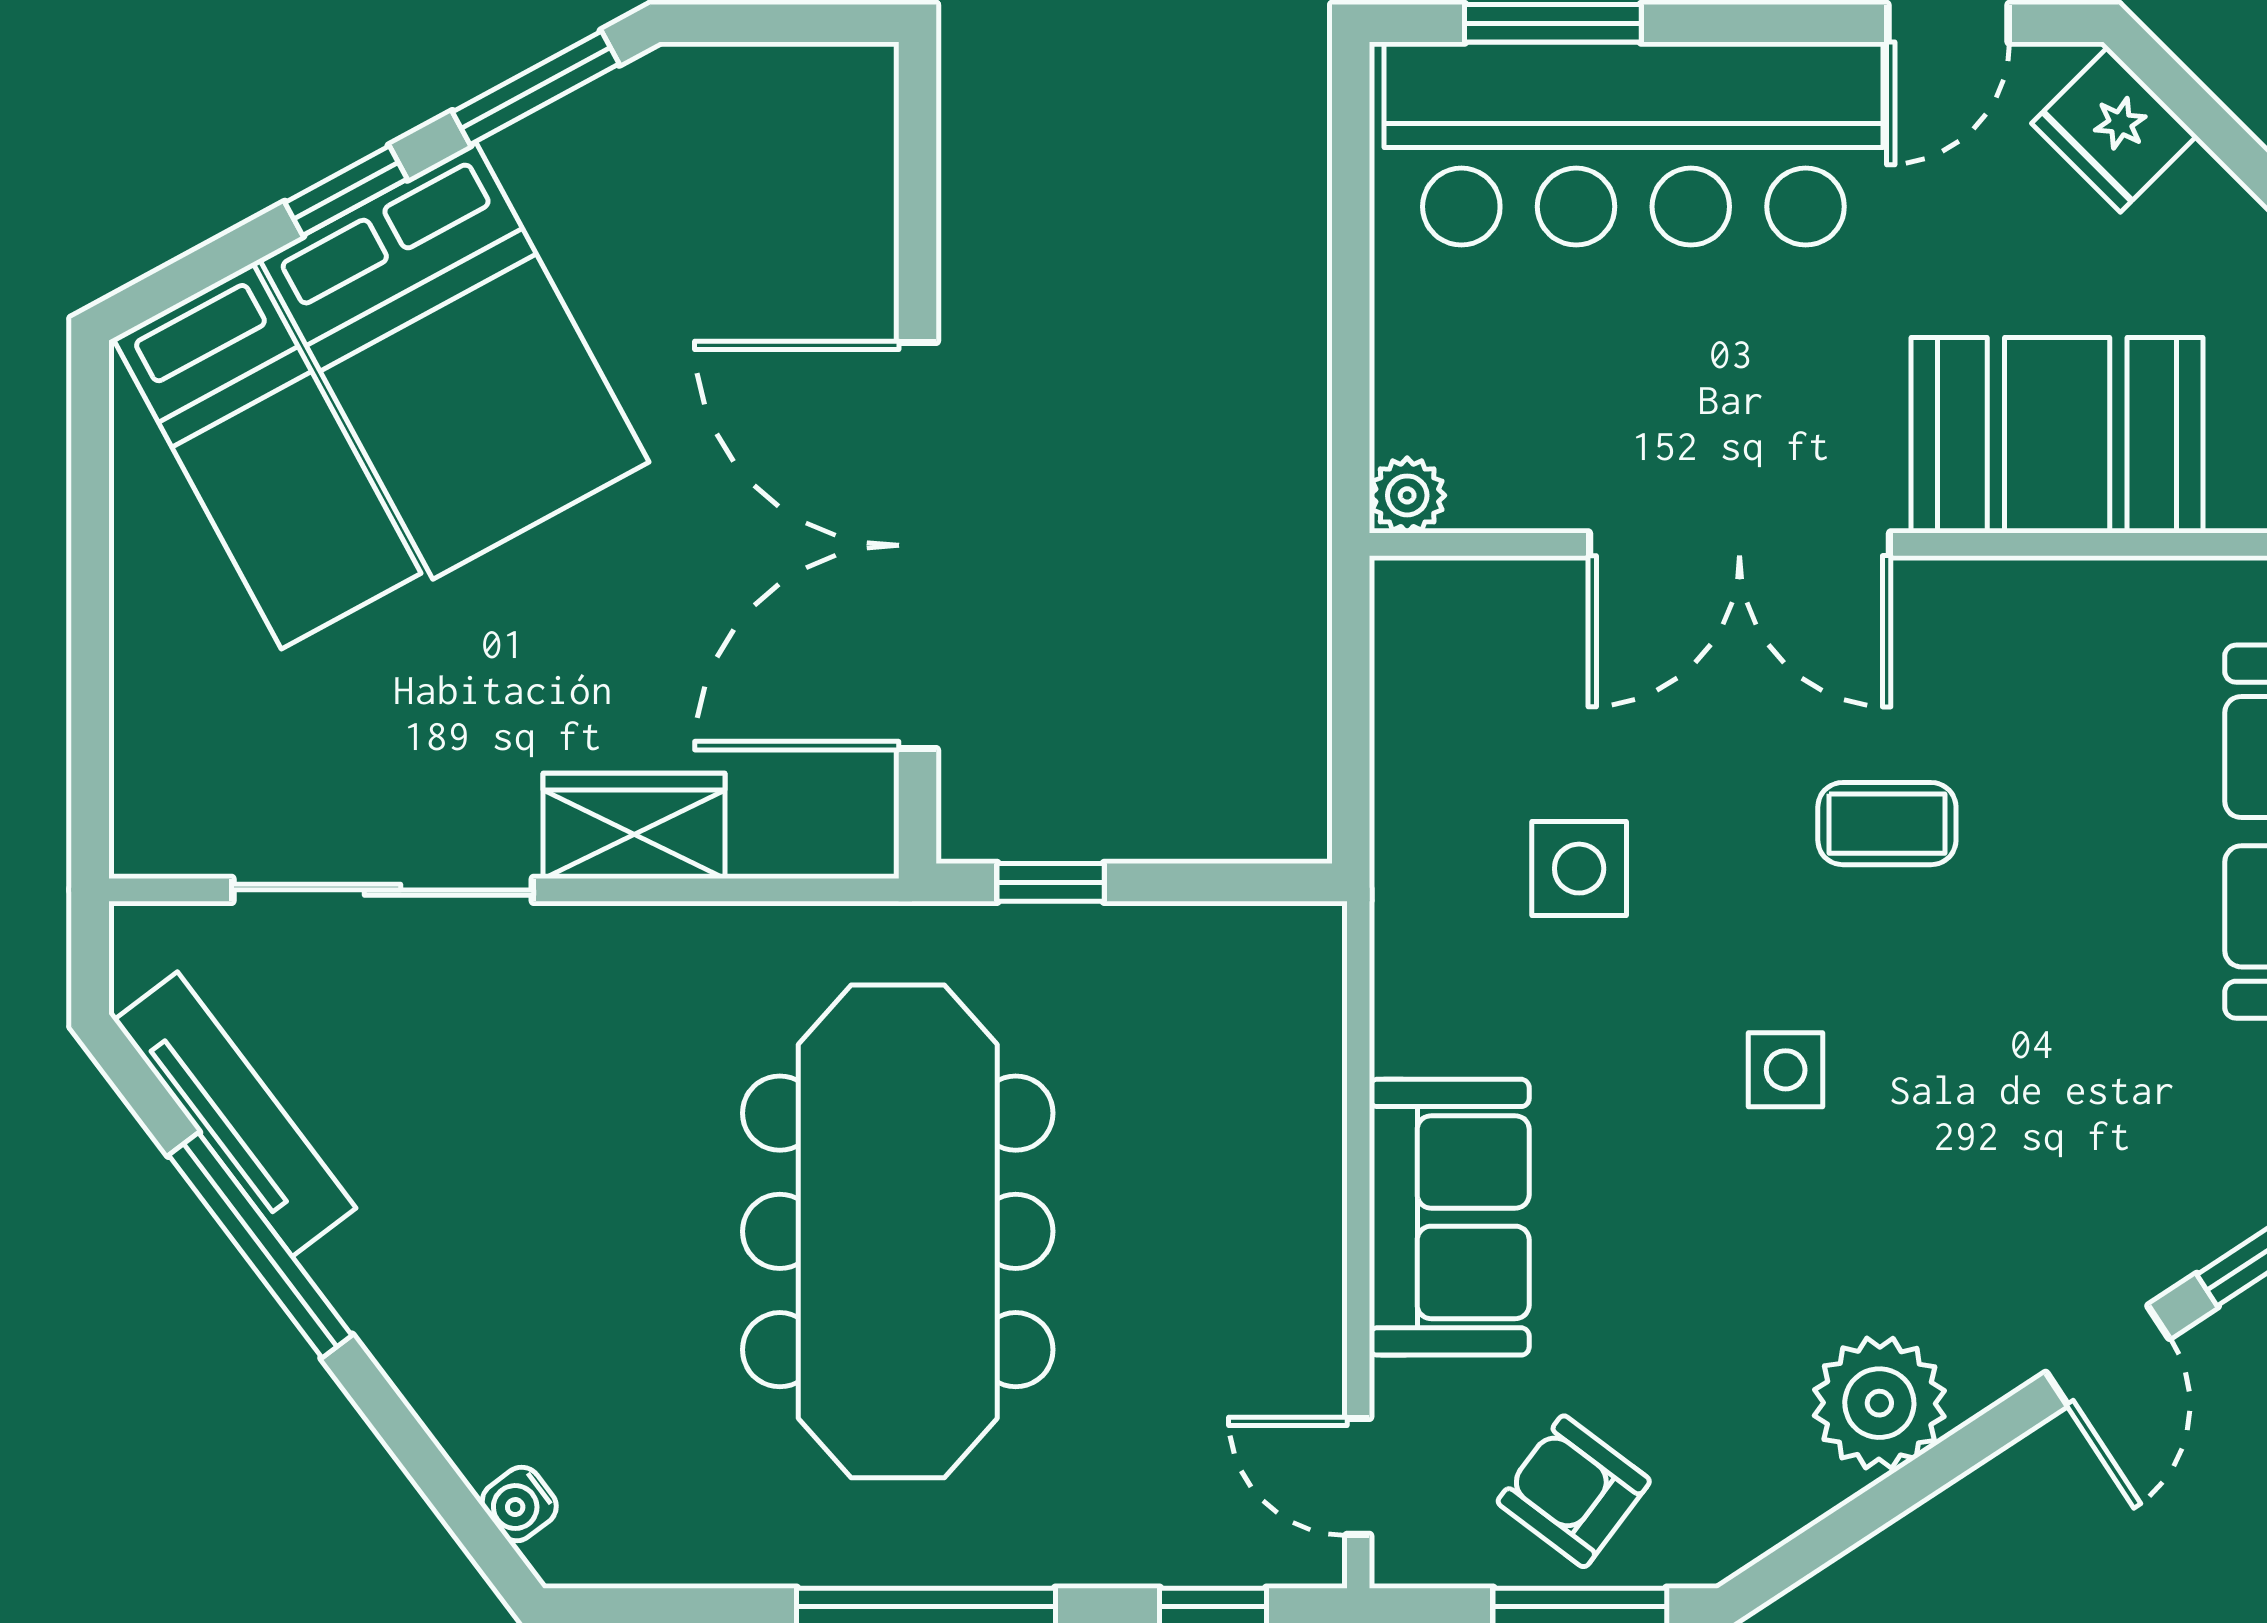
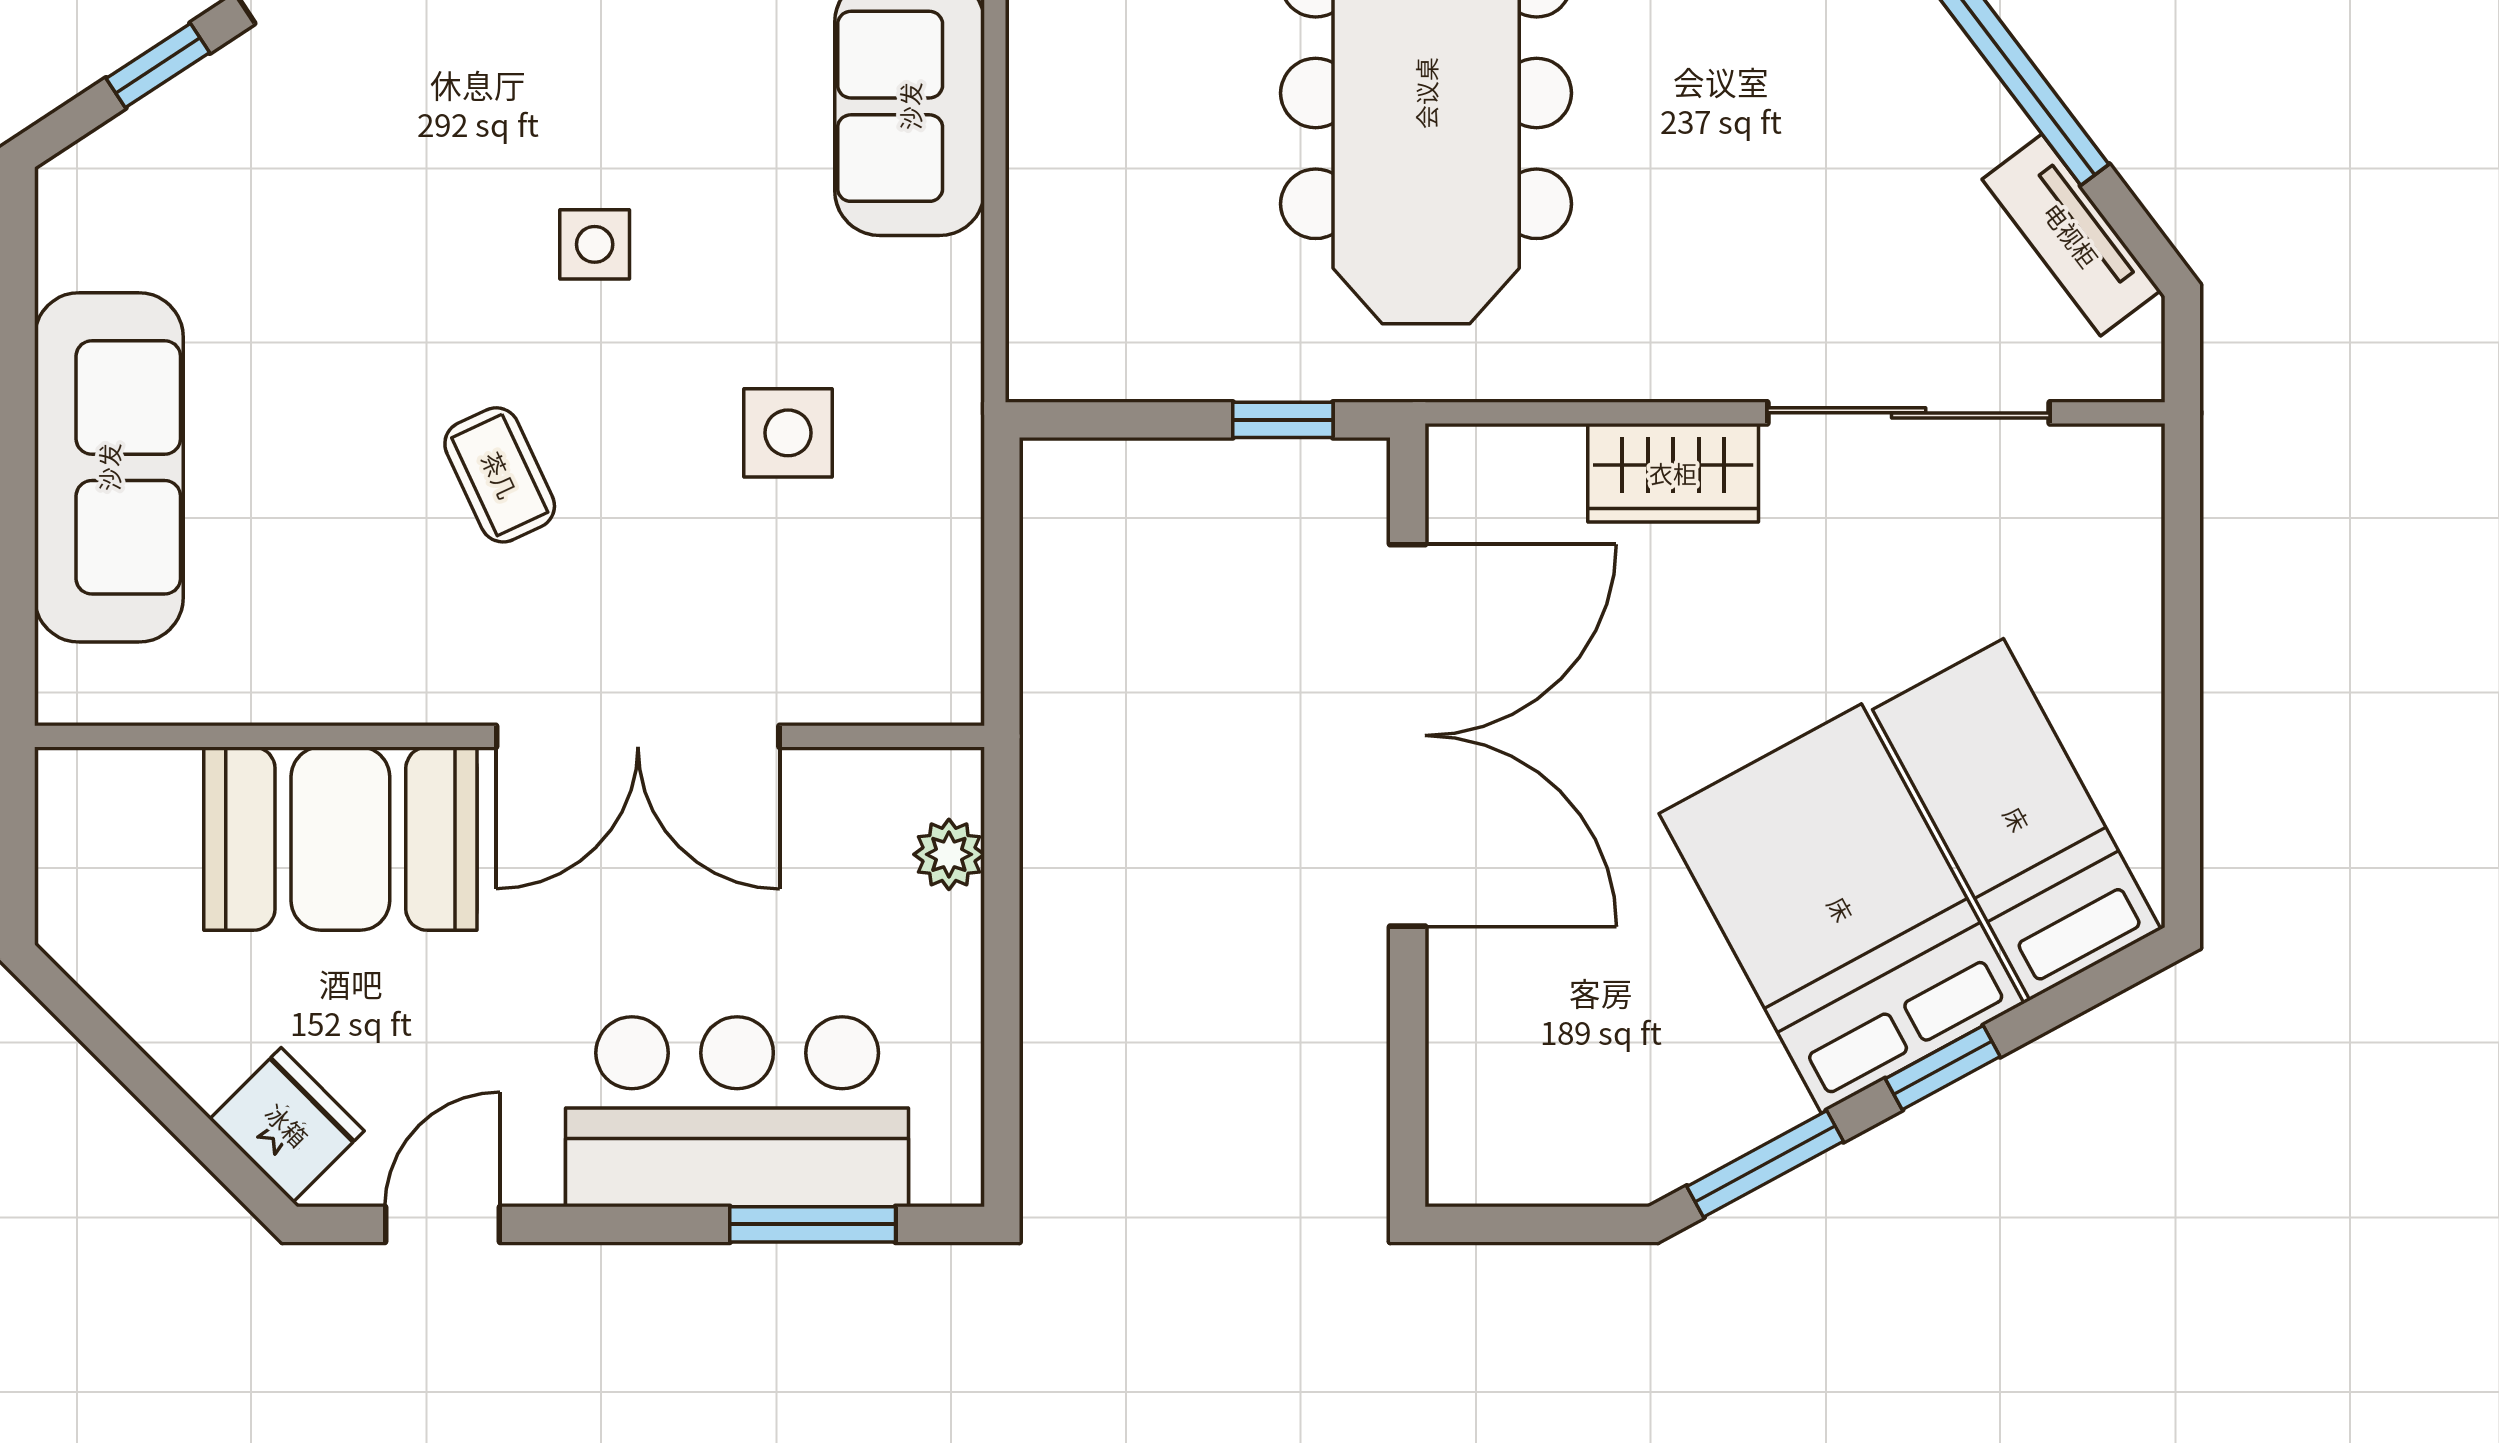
bar counter: (1633, 144) -> (737, 1112), width x0.73
plant: (1407, 495) -> (949, 854), moved
double door: (1739, 544) -> (638, 736), swing flipped
coffee table: (1887, 824) -> (500, 475), turned 65
tv unit: (235, 1114) -> (2071, 235), width x0.71

